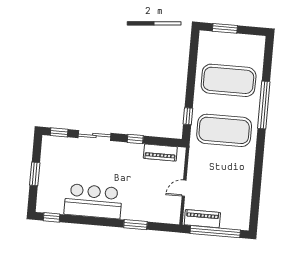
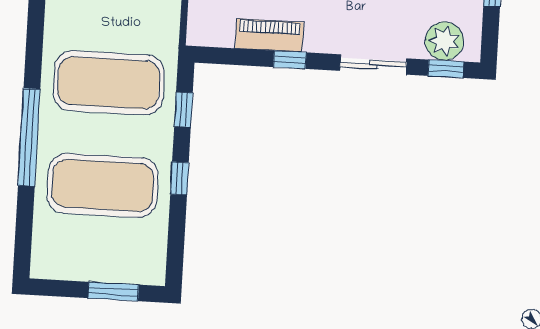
window: (191, 83) -> (179, 178), added
plant: (59, 146) -> (444, 41), added
piano: (160, 153) -> (269, 35), moved

